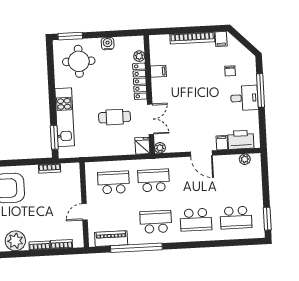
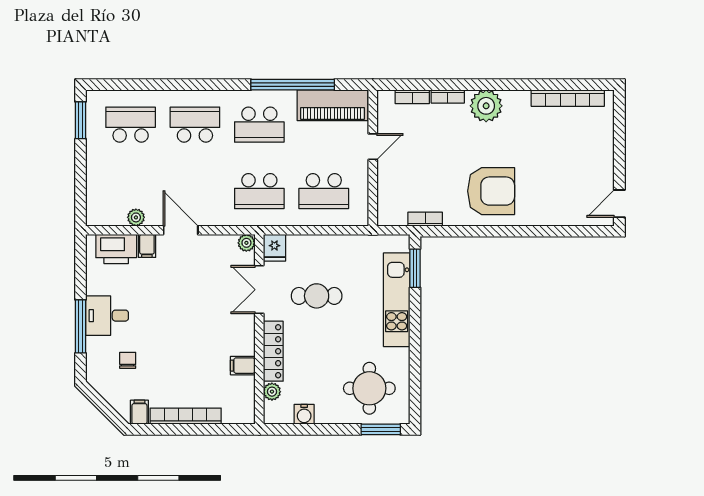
water cooler: (108, 44) -> (304, 414), moved
plant: (245, 159) -> (136, 217), moved
piano: (111, 239) -> (332, 105), width x1.37, depth x1.33

